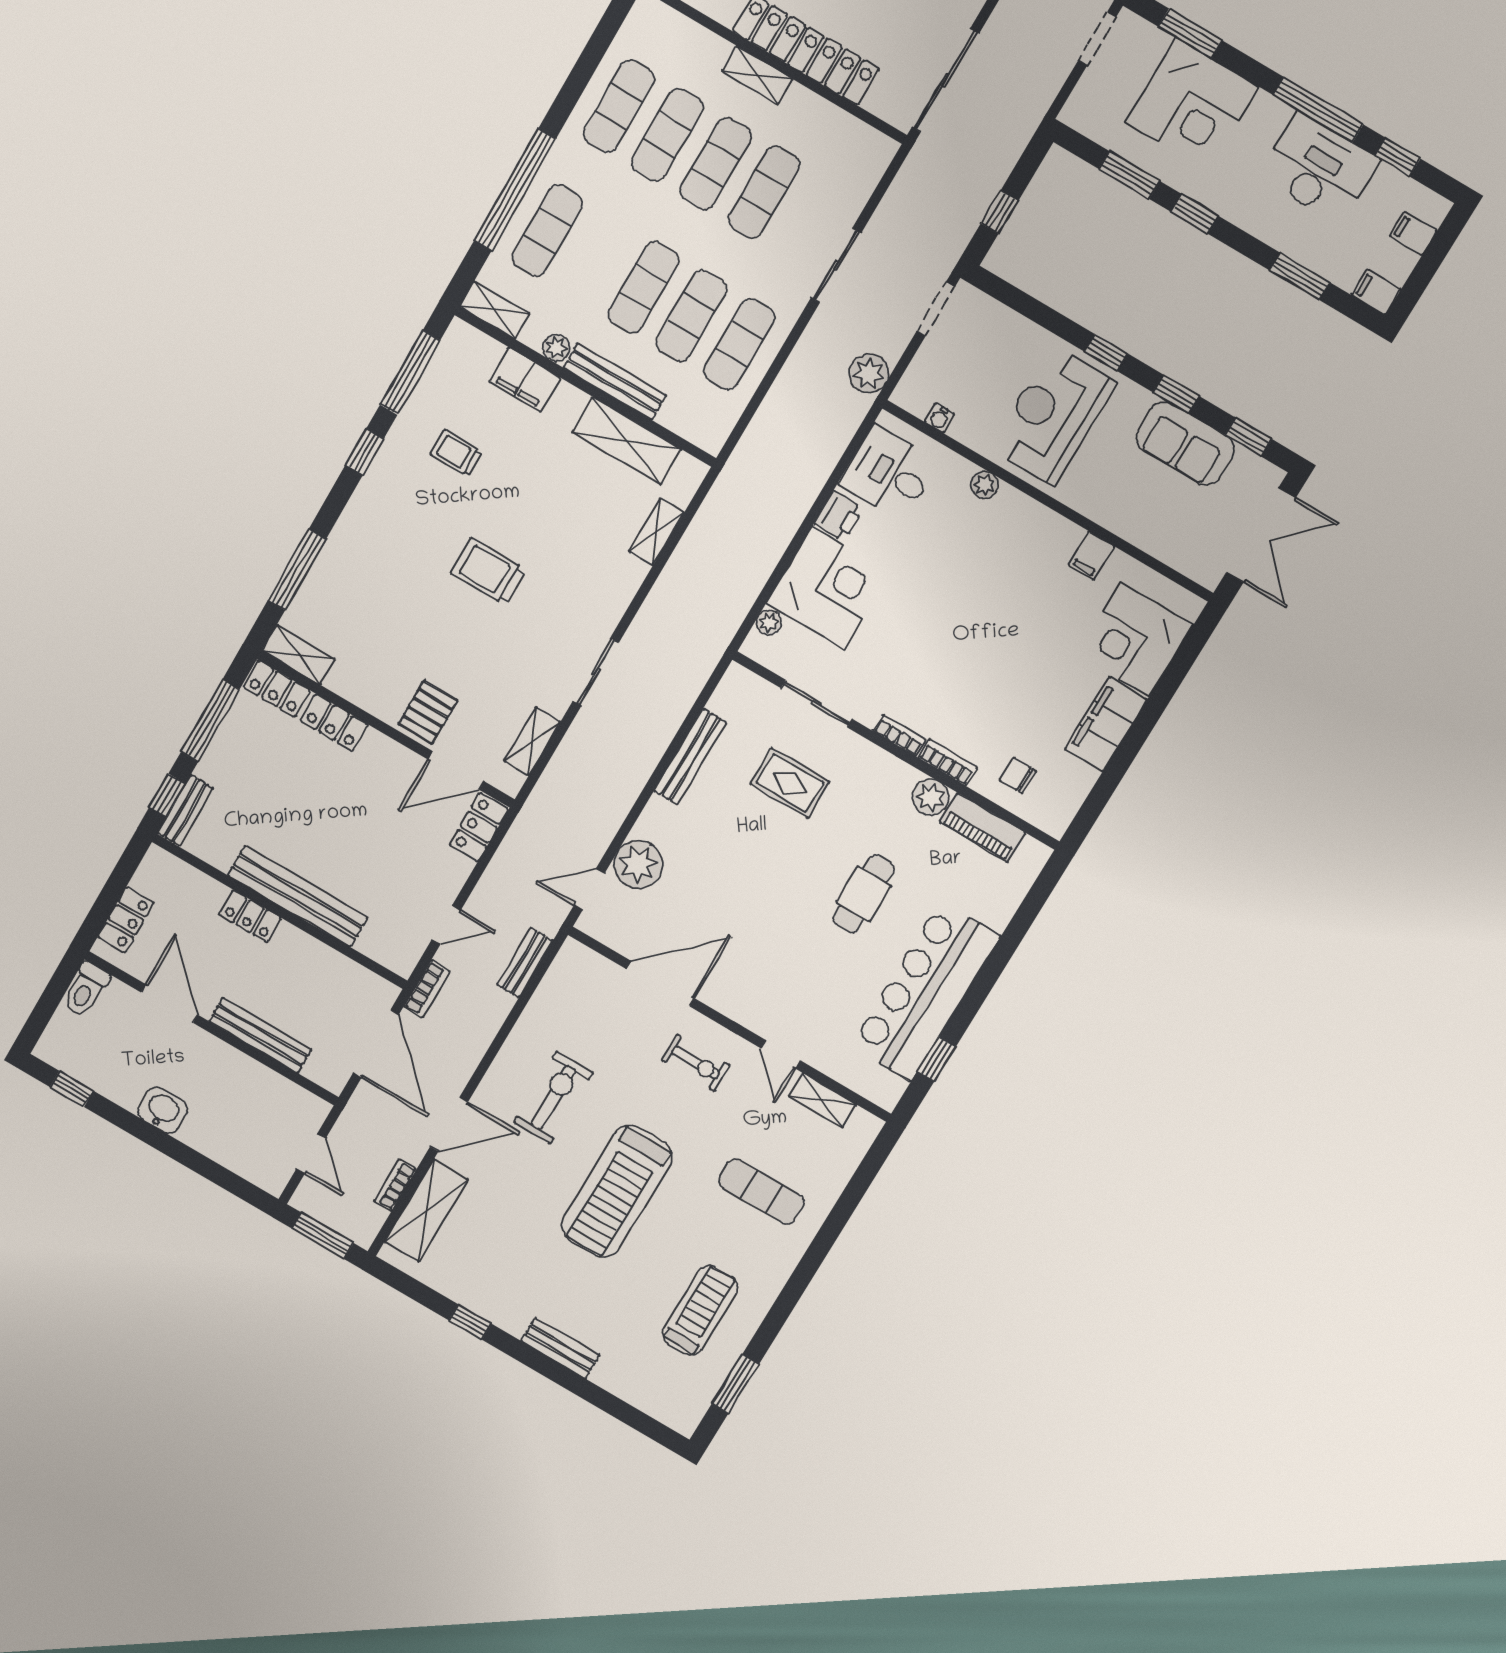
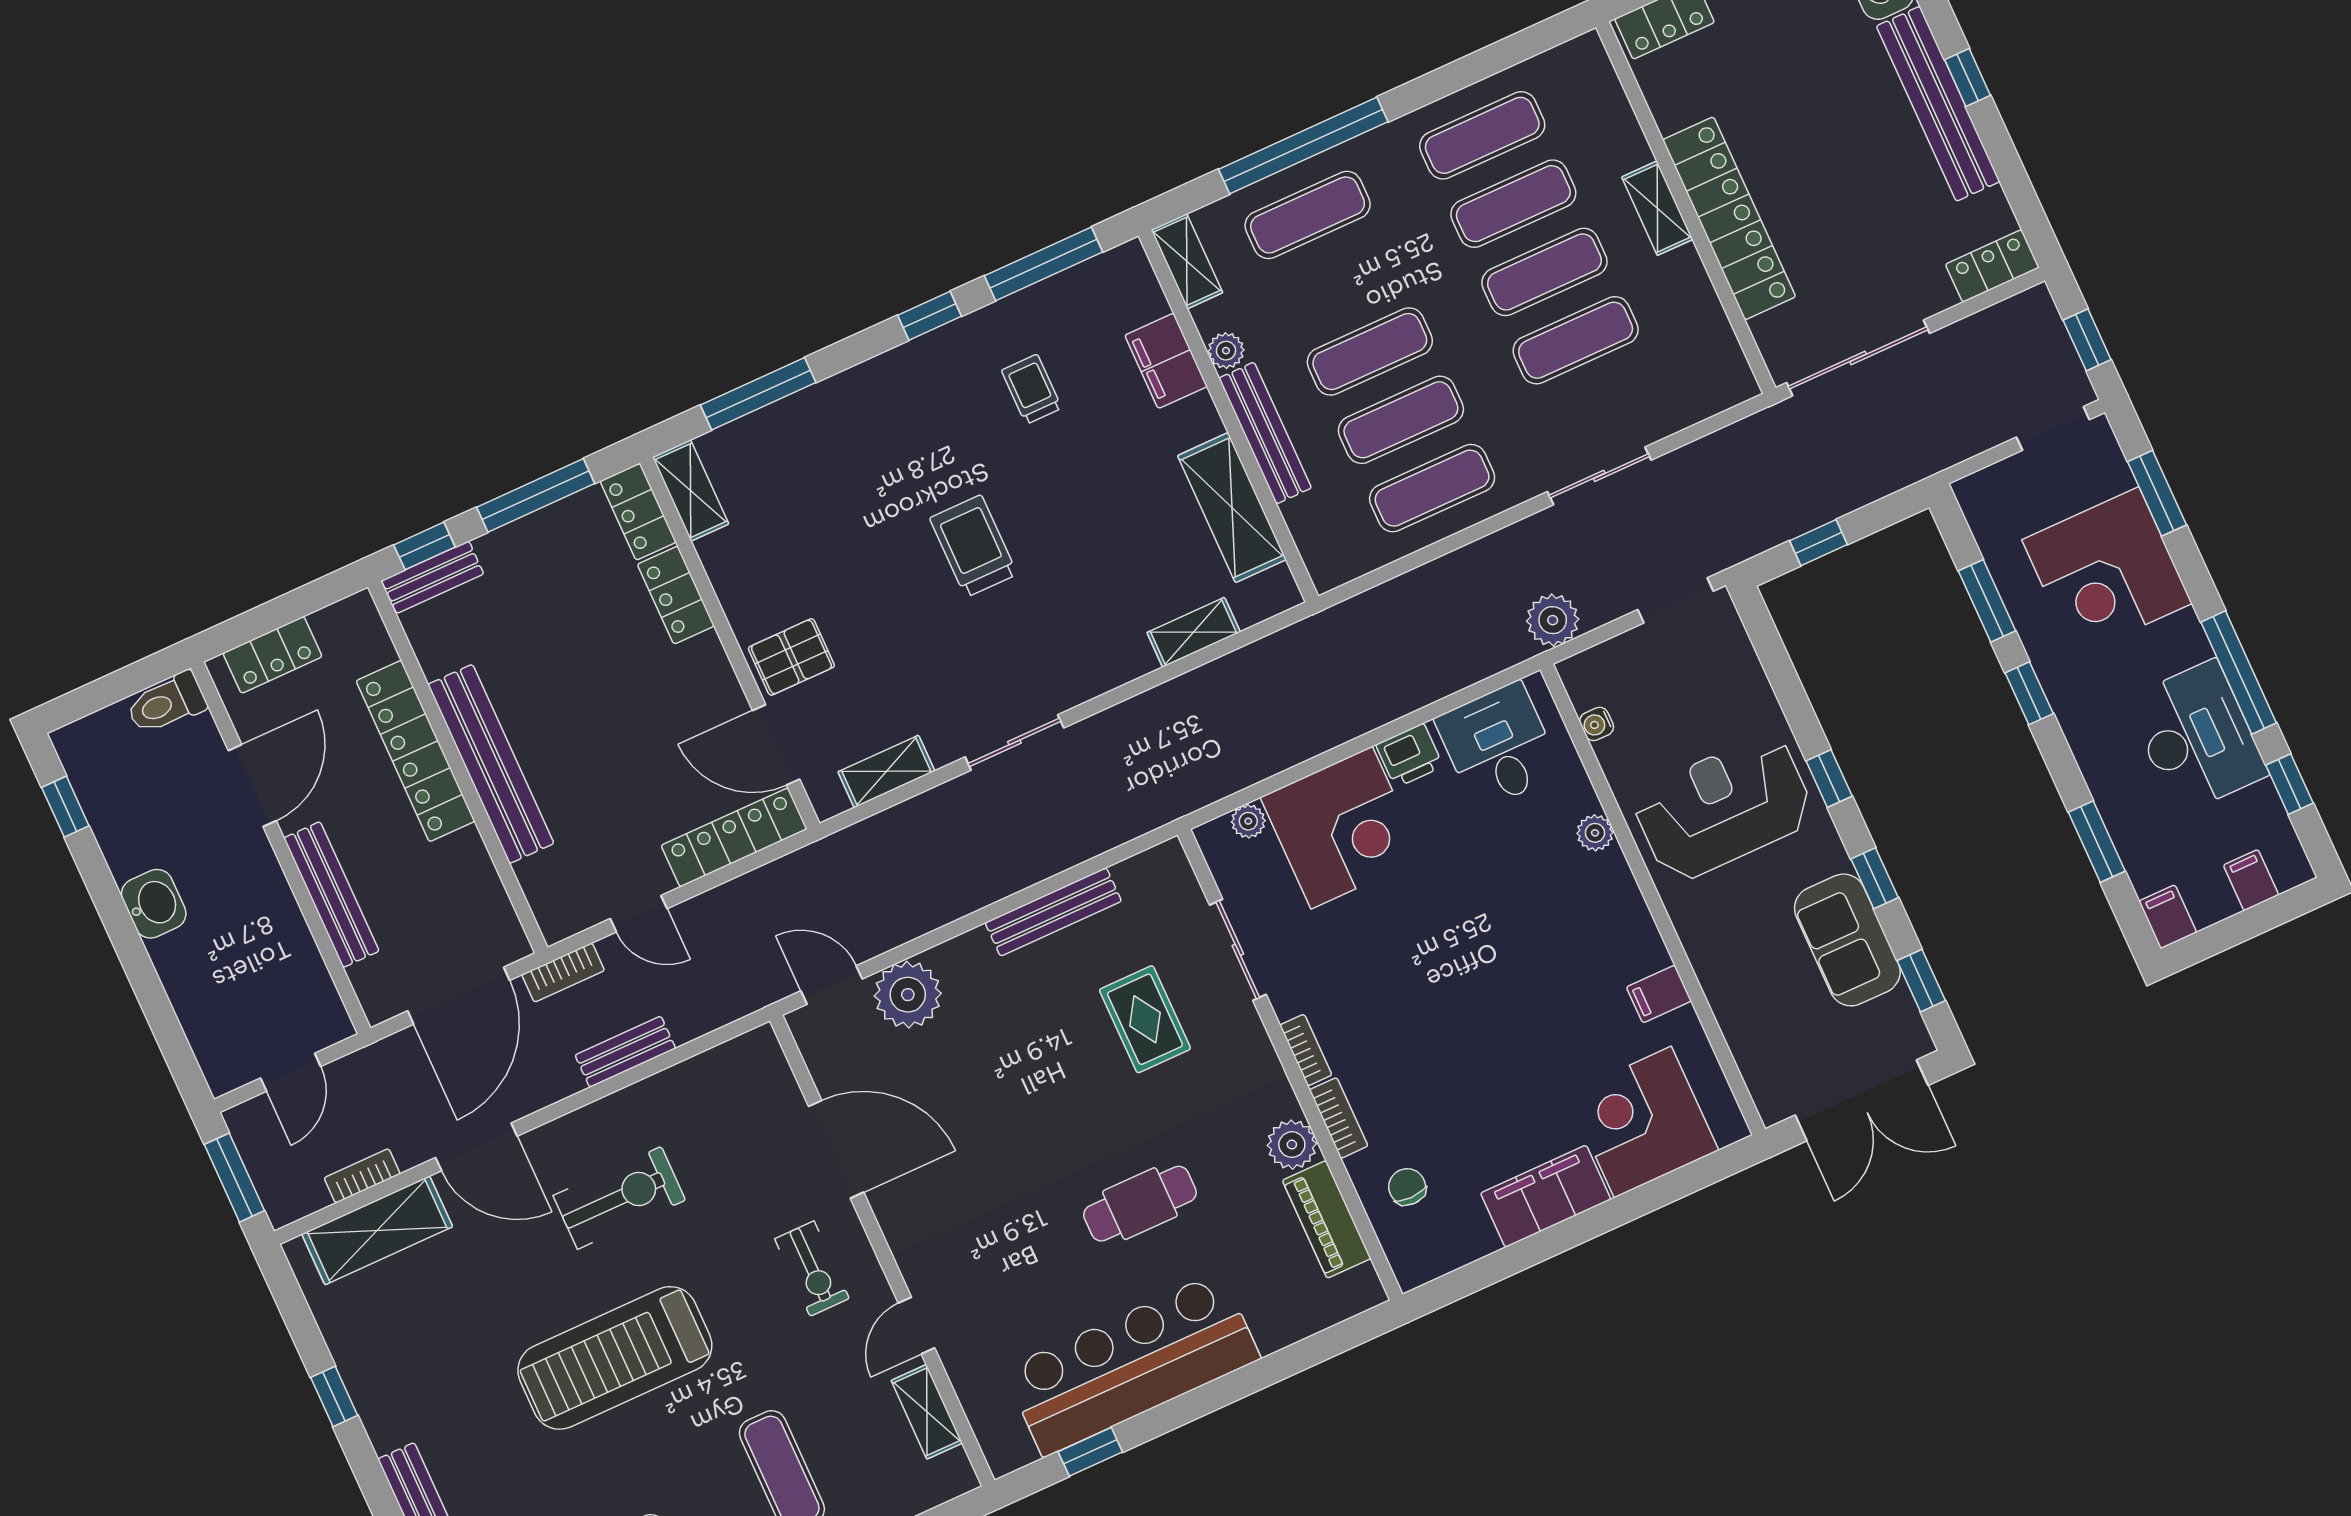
locker: (479, 827) -> (734, 837), width x1.53
locker: (250, 916) -> (415, 751), width x2.16, depth x1.21
bench: (525, 963) -> (625, 1052), moved

